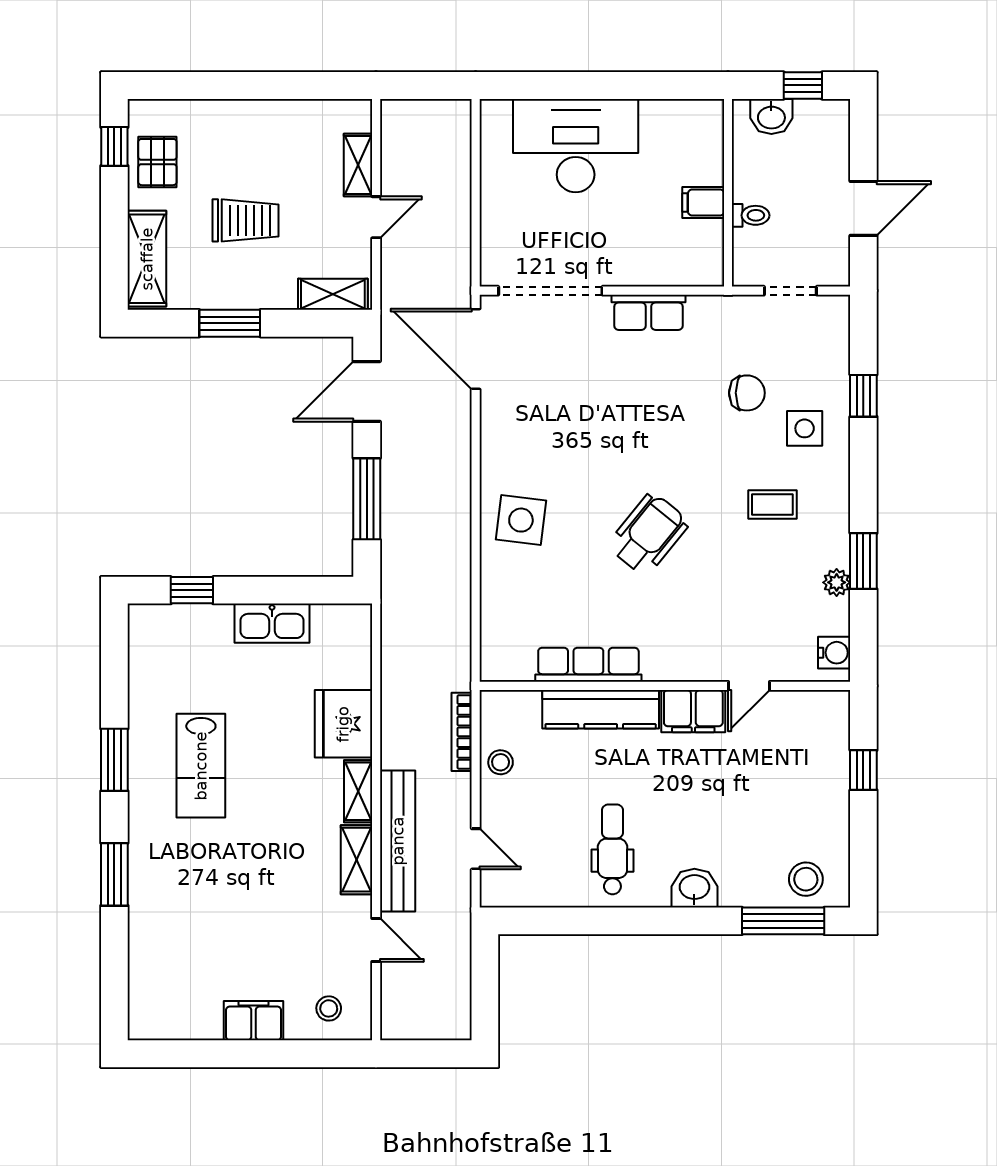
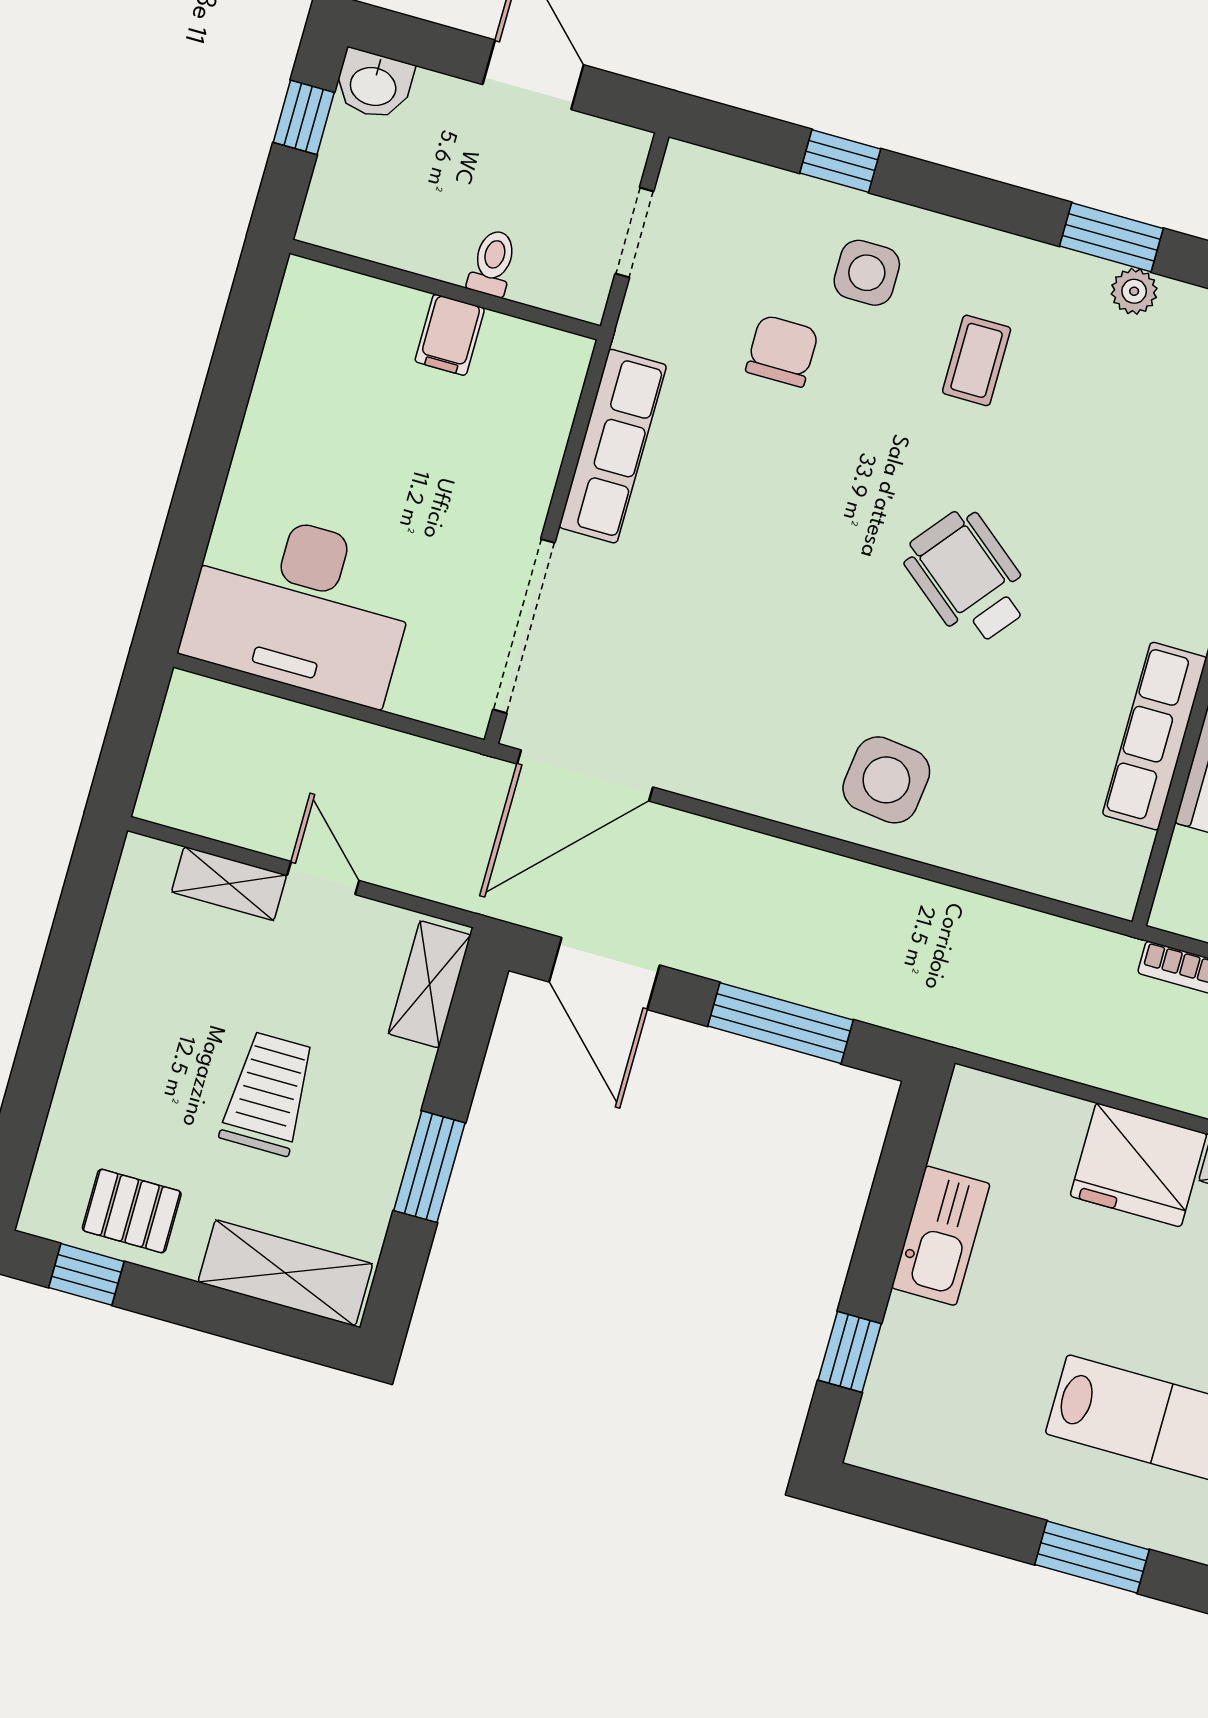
washbasin: (771, 117) -> (374, 85), moved, turned 90
desk: (576, 146) -> (301, 606), moved, turned -90
row of seats: (648, 312) -> (613, 446), width x1.48

